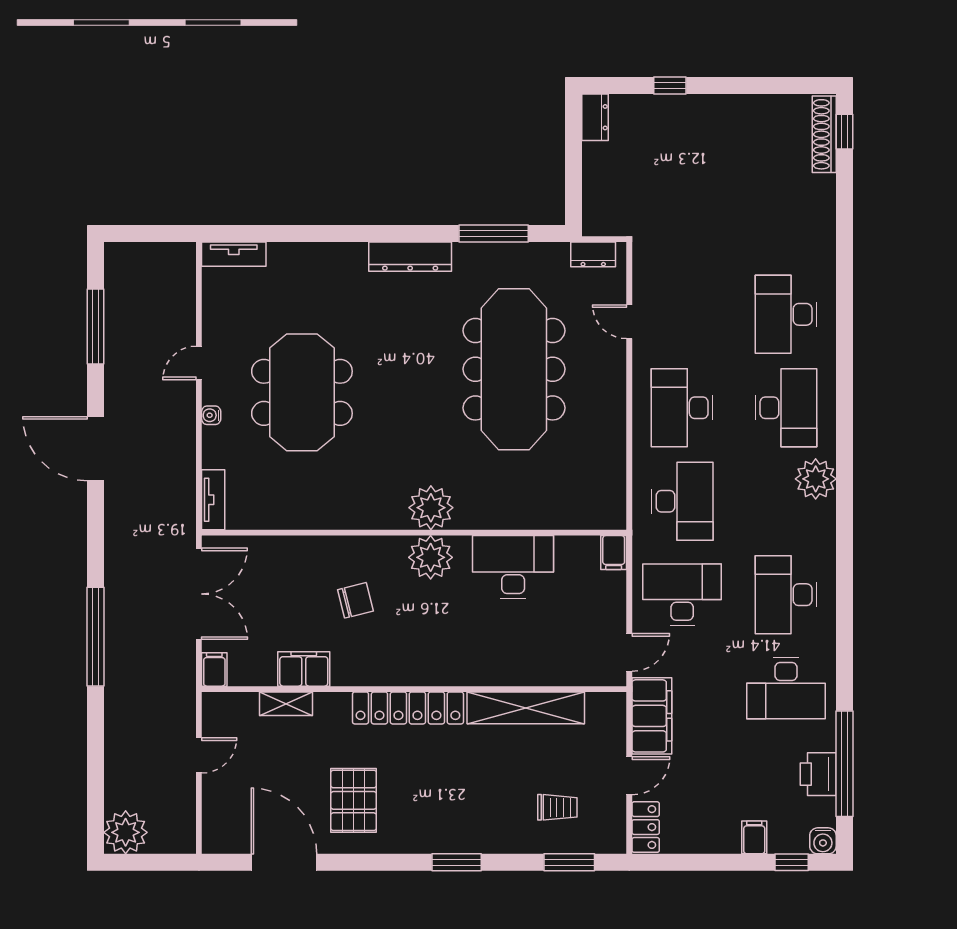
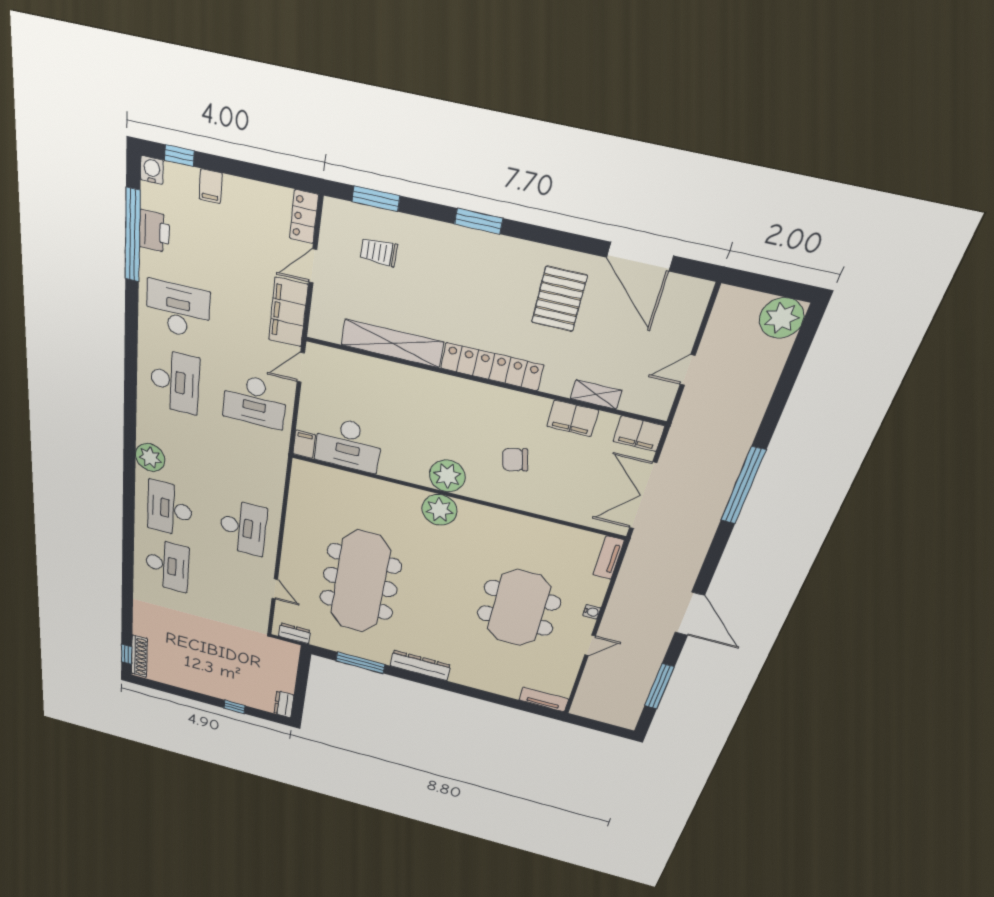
desk: (682, 501) -> (249, 467), removed
desk: (513, 567) -> (348, 444), moved
filing cabinet: (214, 669) -> (639, 434), width x2.00

